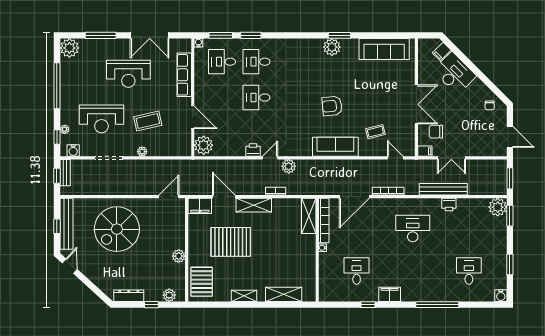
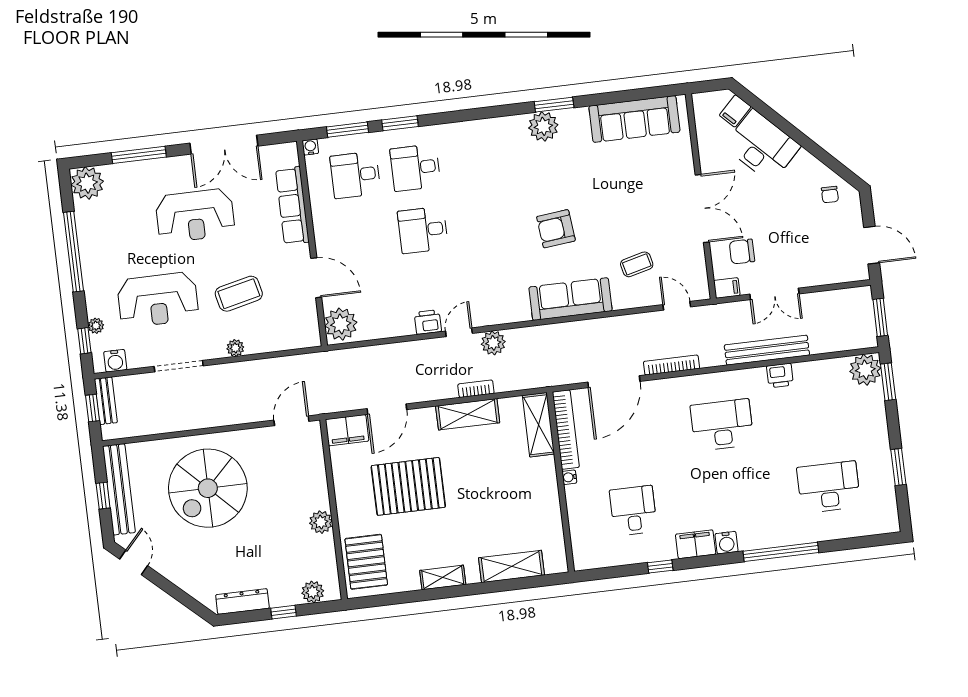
door: (224, 197) -> (387, 409), swing flipped
shelving: (254, 205) -> (468, 414), moved
desk: (469, 271) -> (829, 487), width x1.37
water cooler: (501, 296) -> (727, 543), moved

